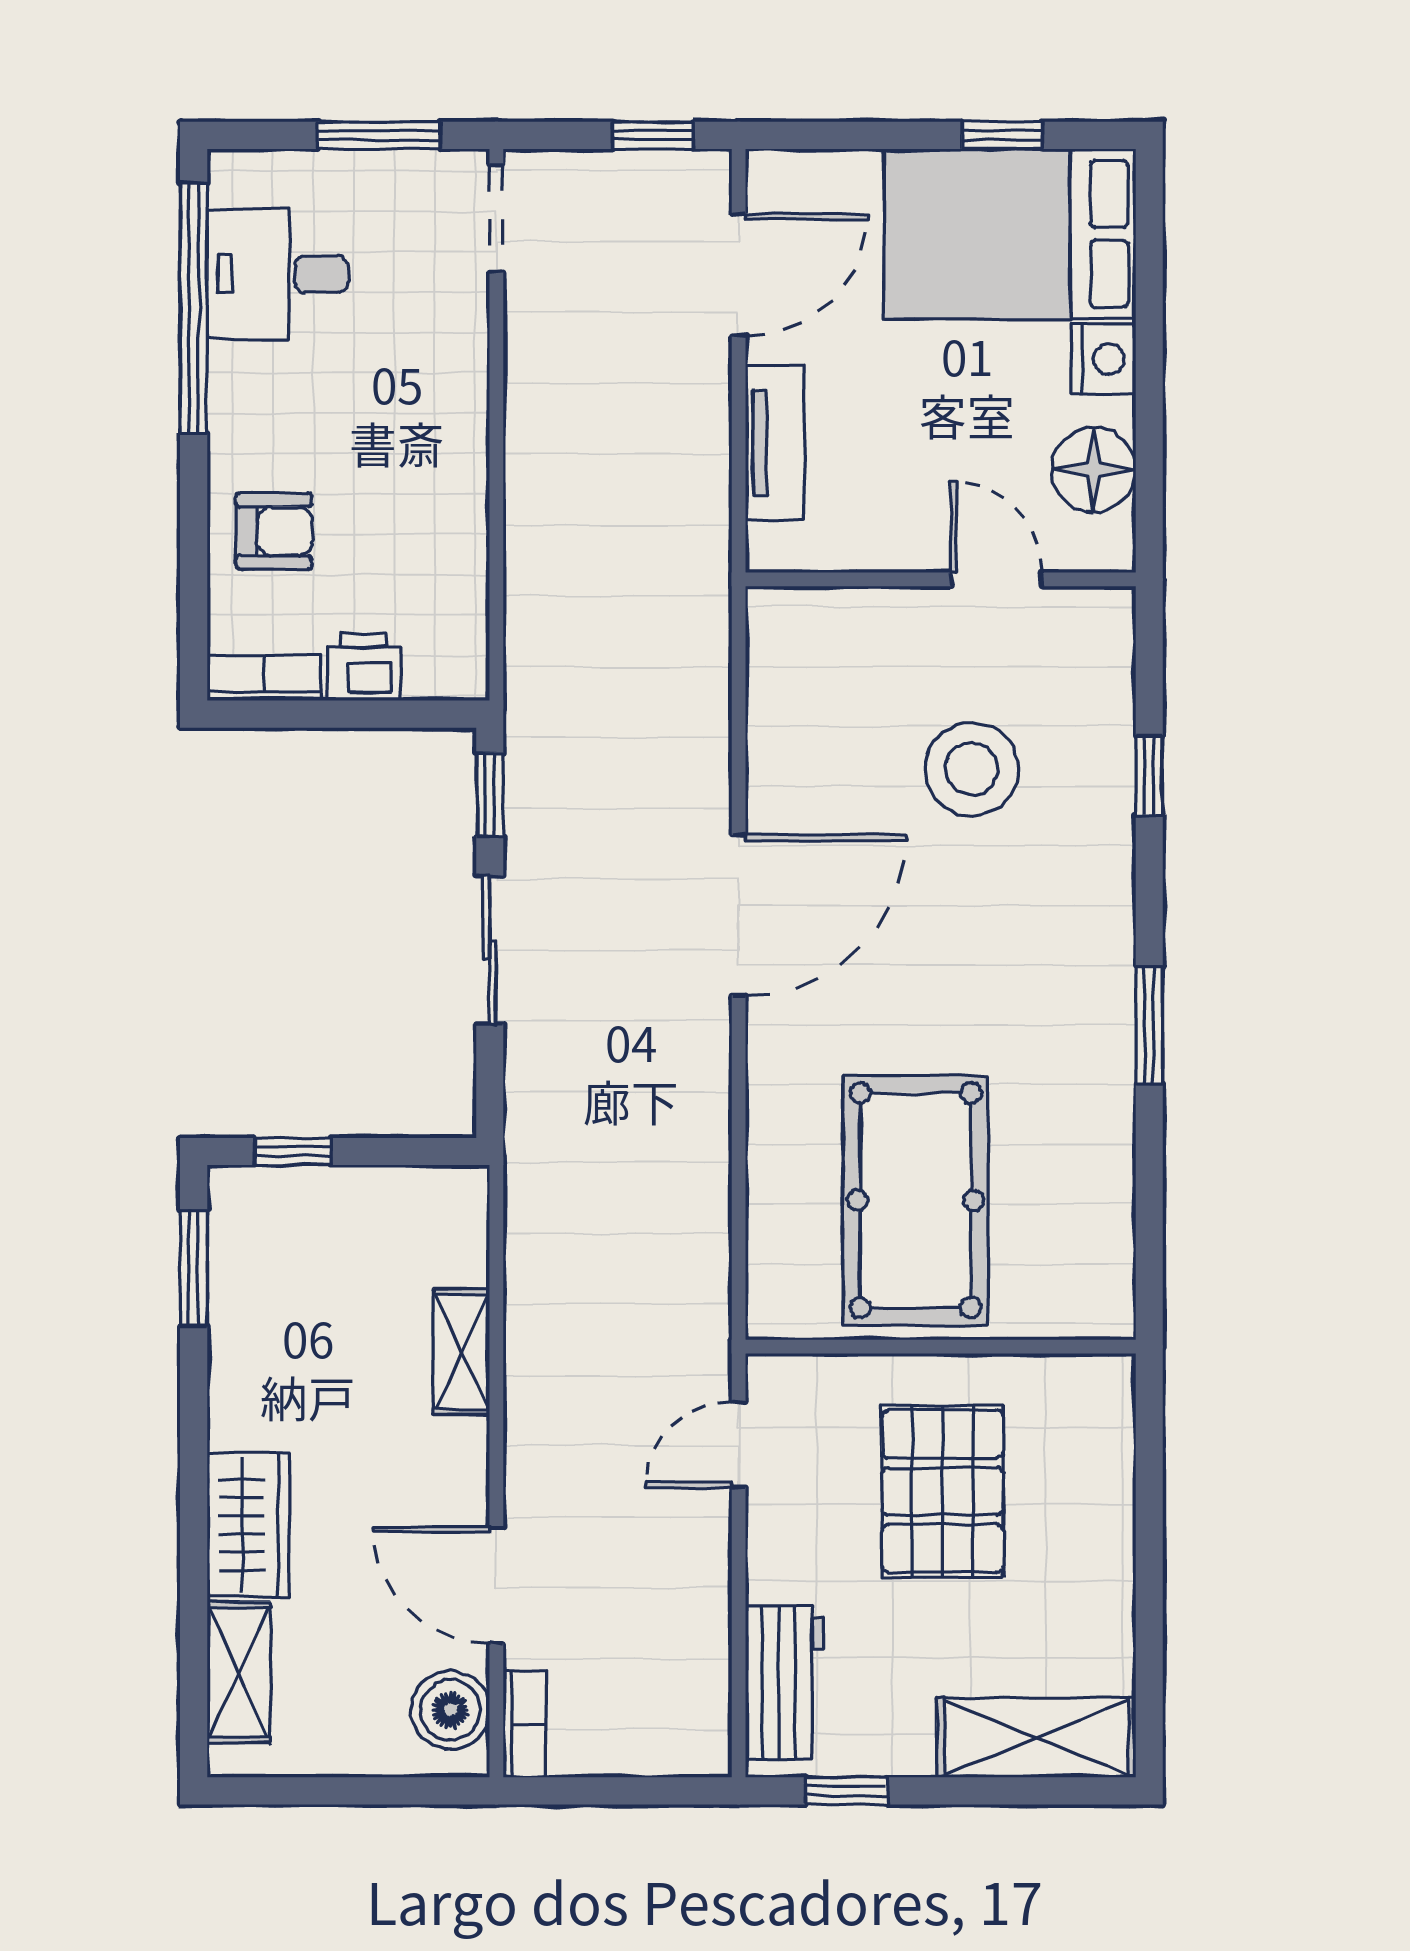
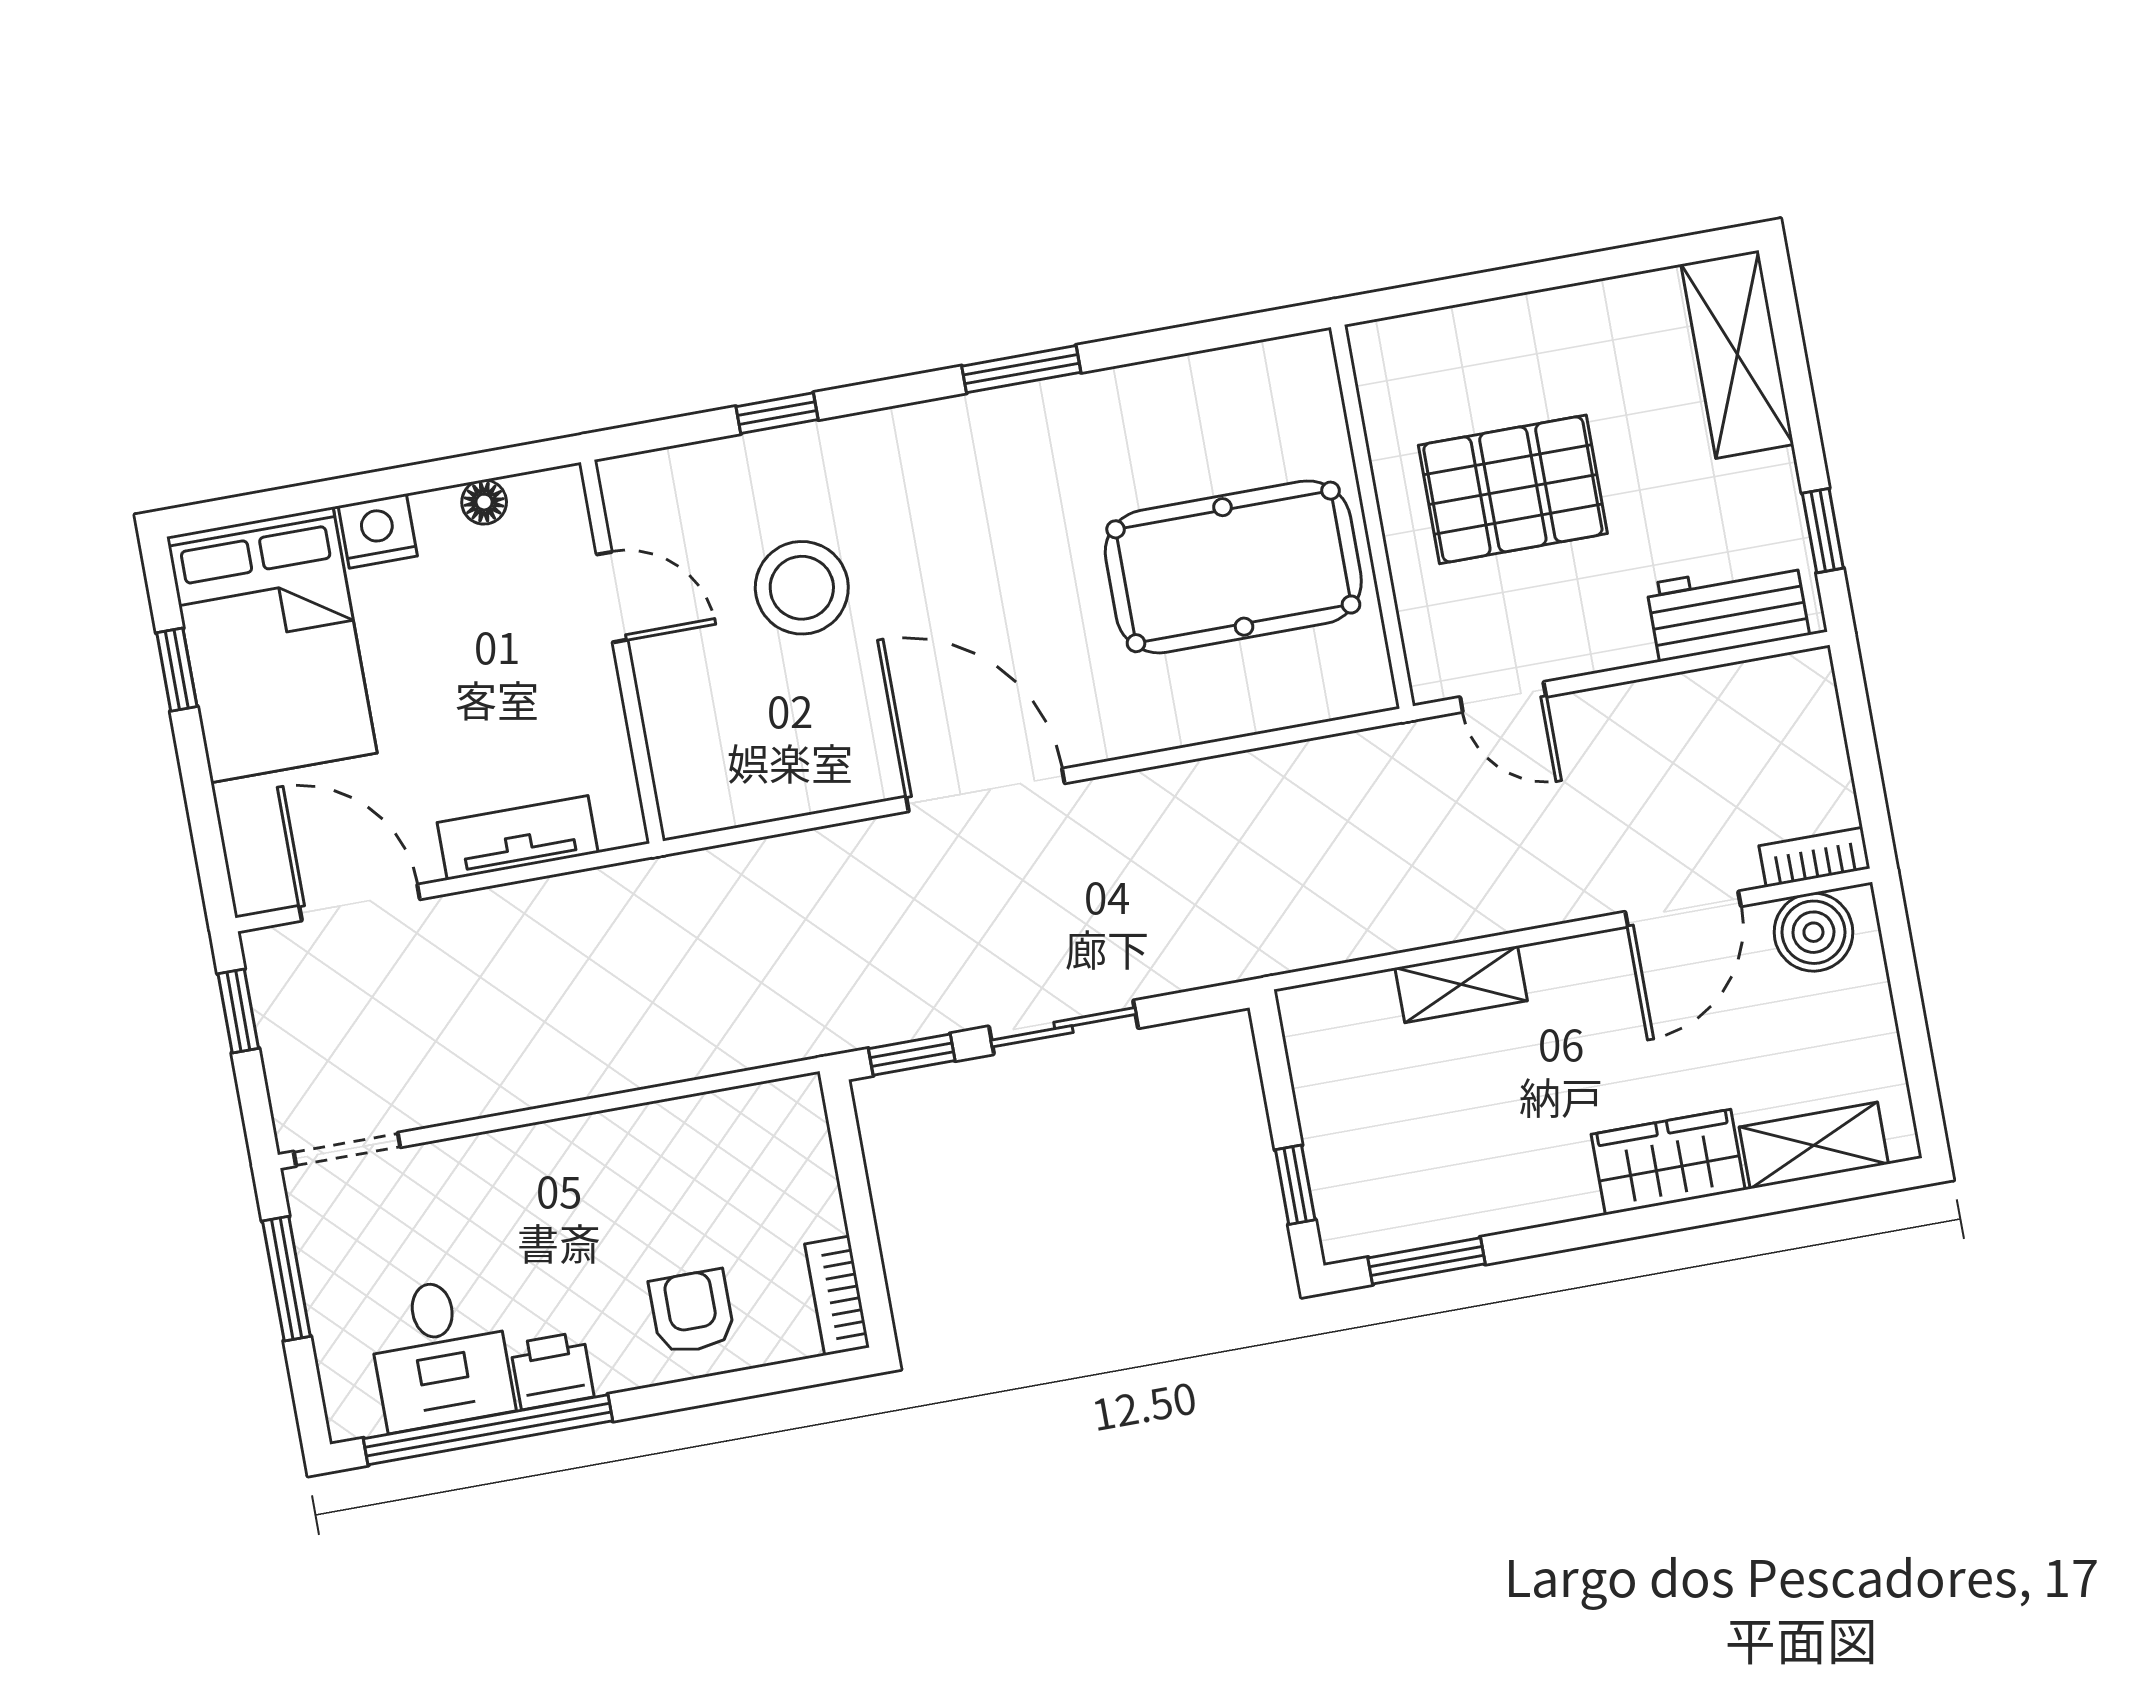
floor lamp: (1094, 470) -> (484, 502), width x0.53, depth x0.53
door: (996, 579) -> (612, 597), swing flipped
printer: (364, 667) -> (552, 1371), moved, turned 90

